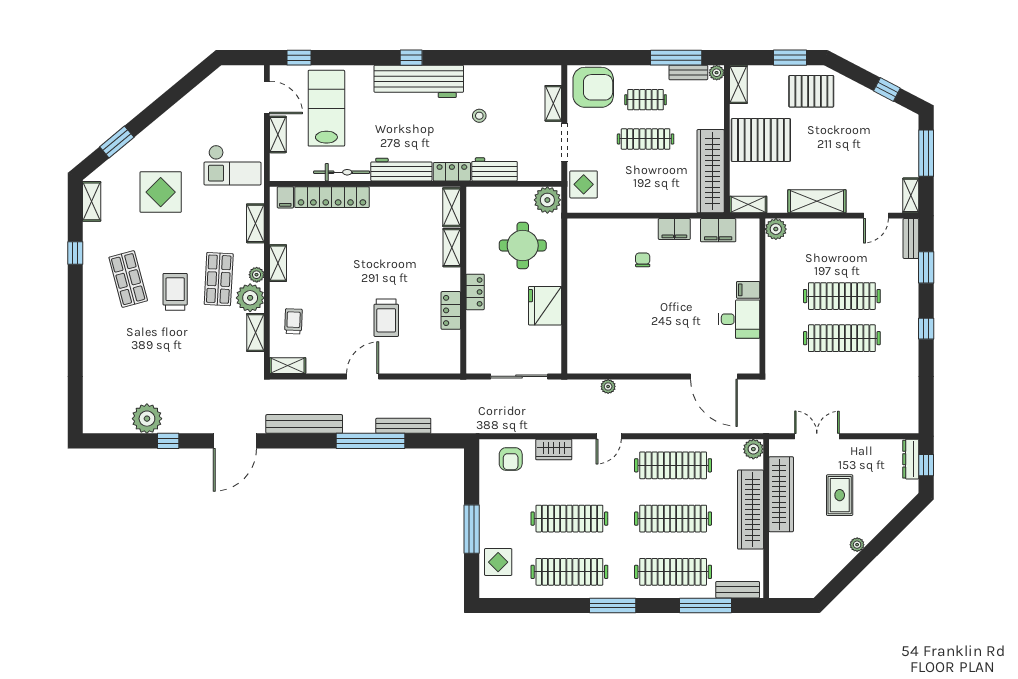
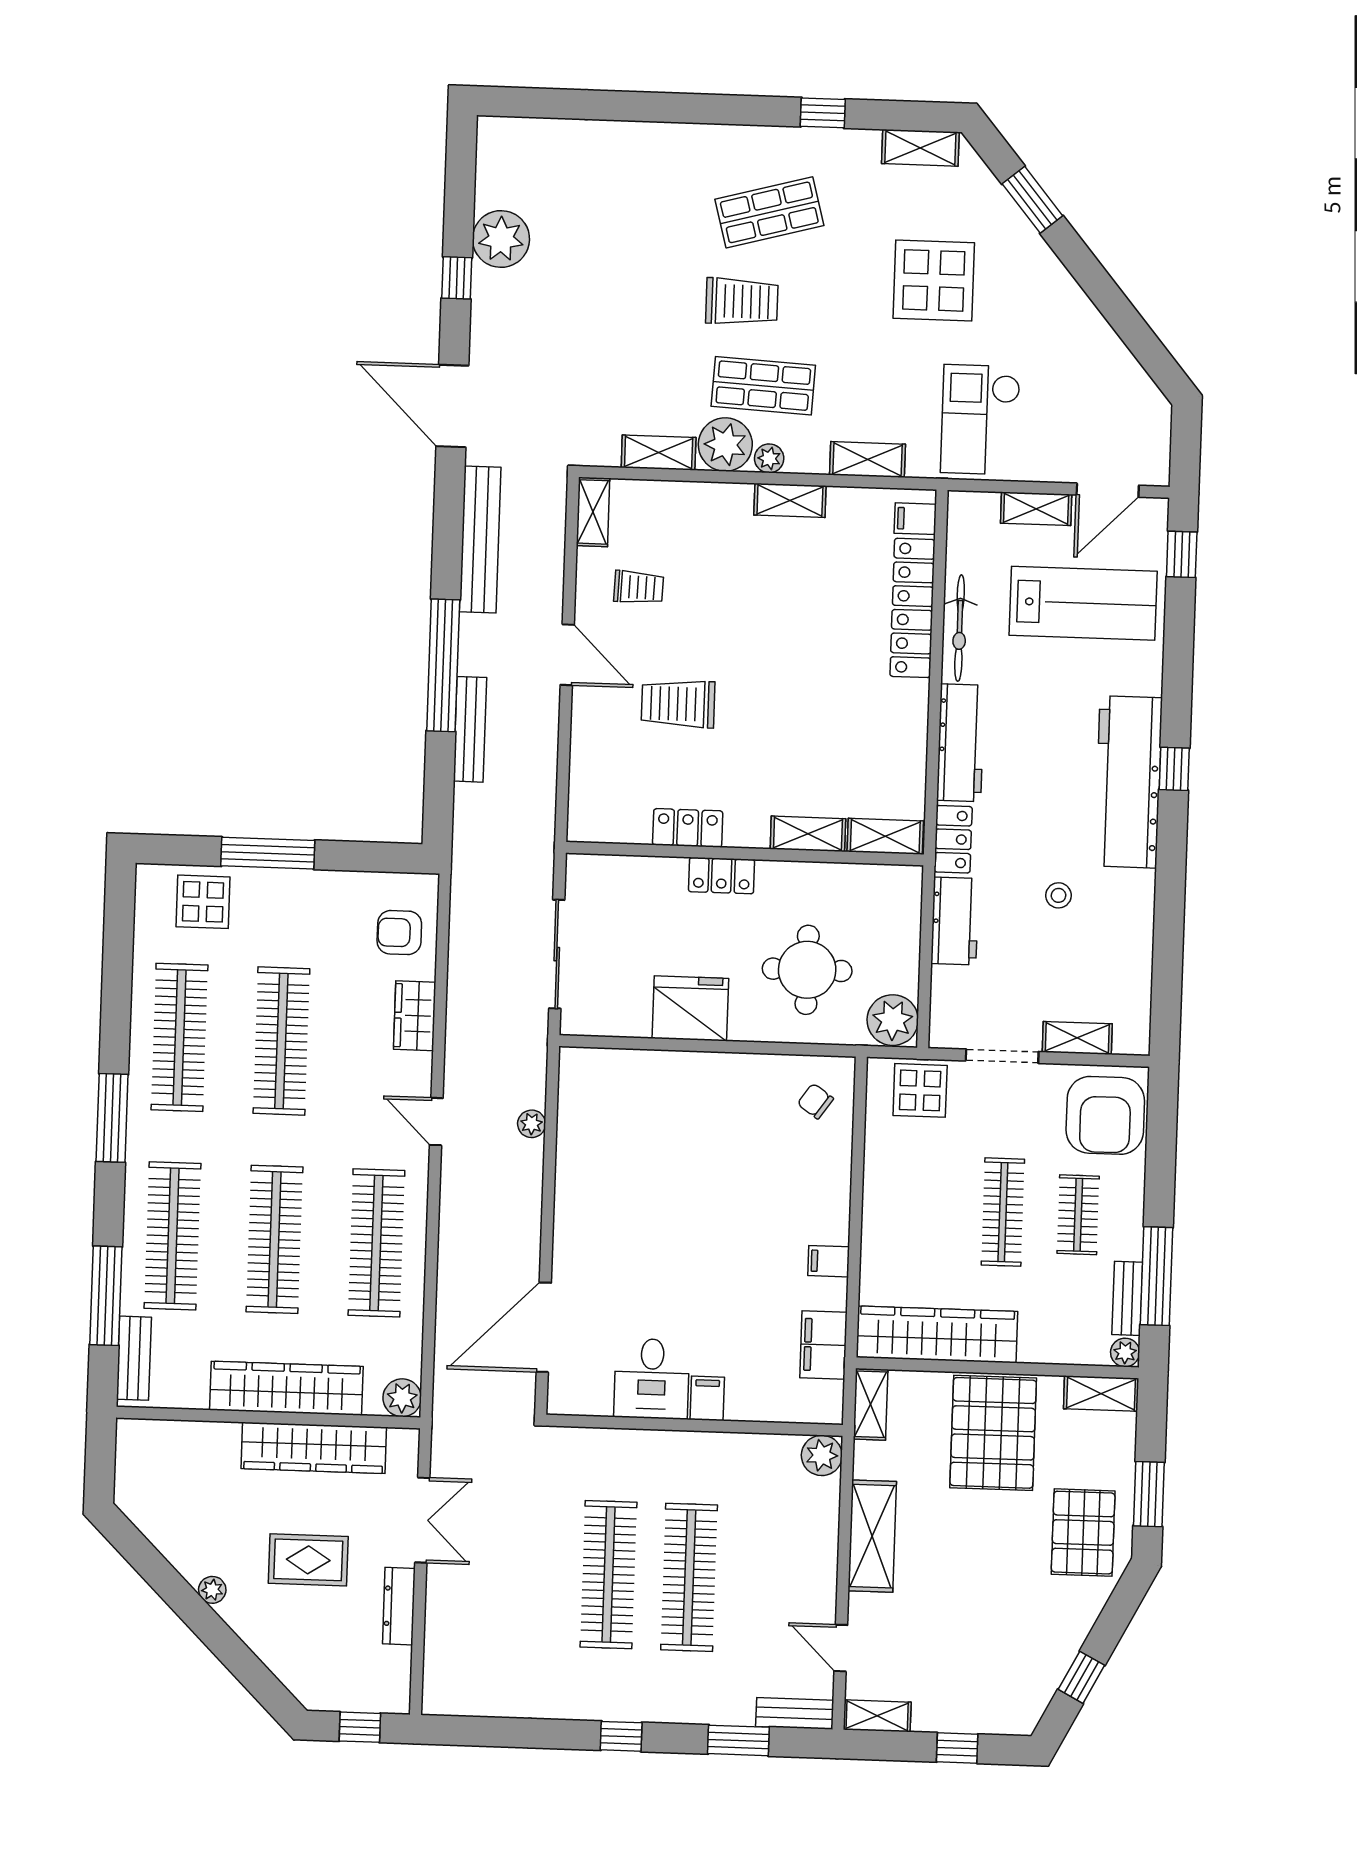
window: (926, 153) -> (957, 1748), width x0.46
filing cabinet: (674, 229) -> (829, 1261), width x0.50
chair: (643, 260) -> (815, 1101), moved, turned -145
trolley: (293, 321) -> (639, 587), moved
dresser: (911, 459) -> (399, 1606), moved, turned -90

